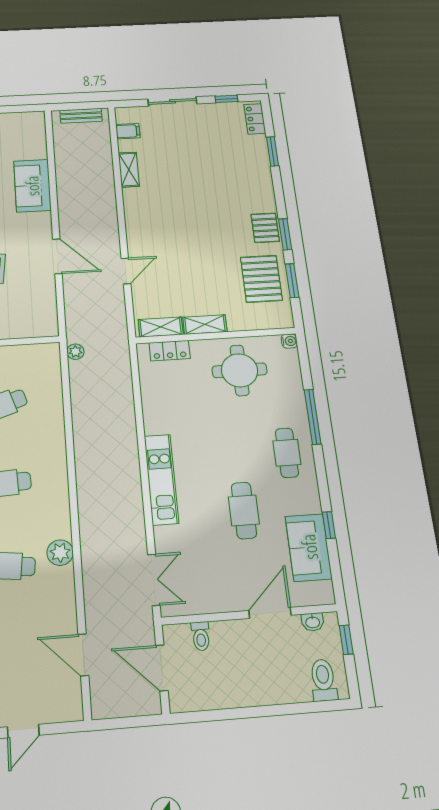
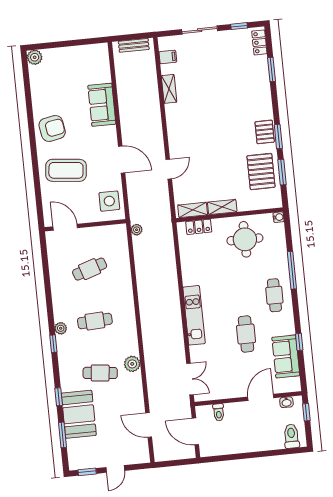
side table: (36, 311) -> (109, 201), added

